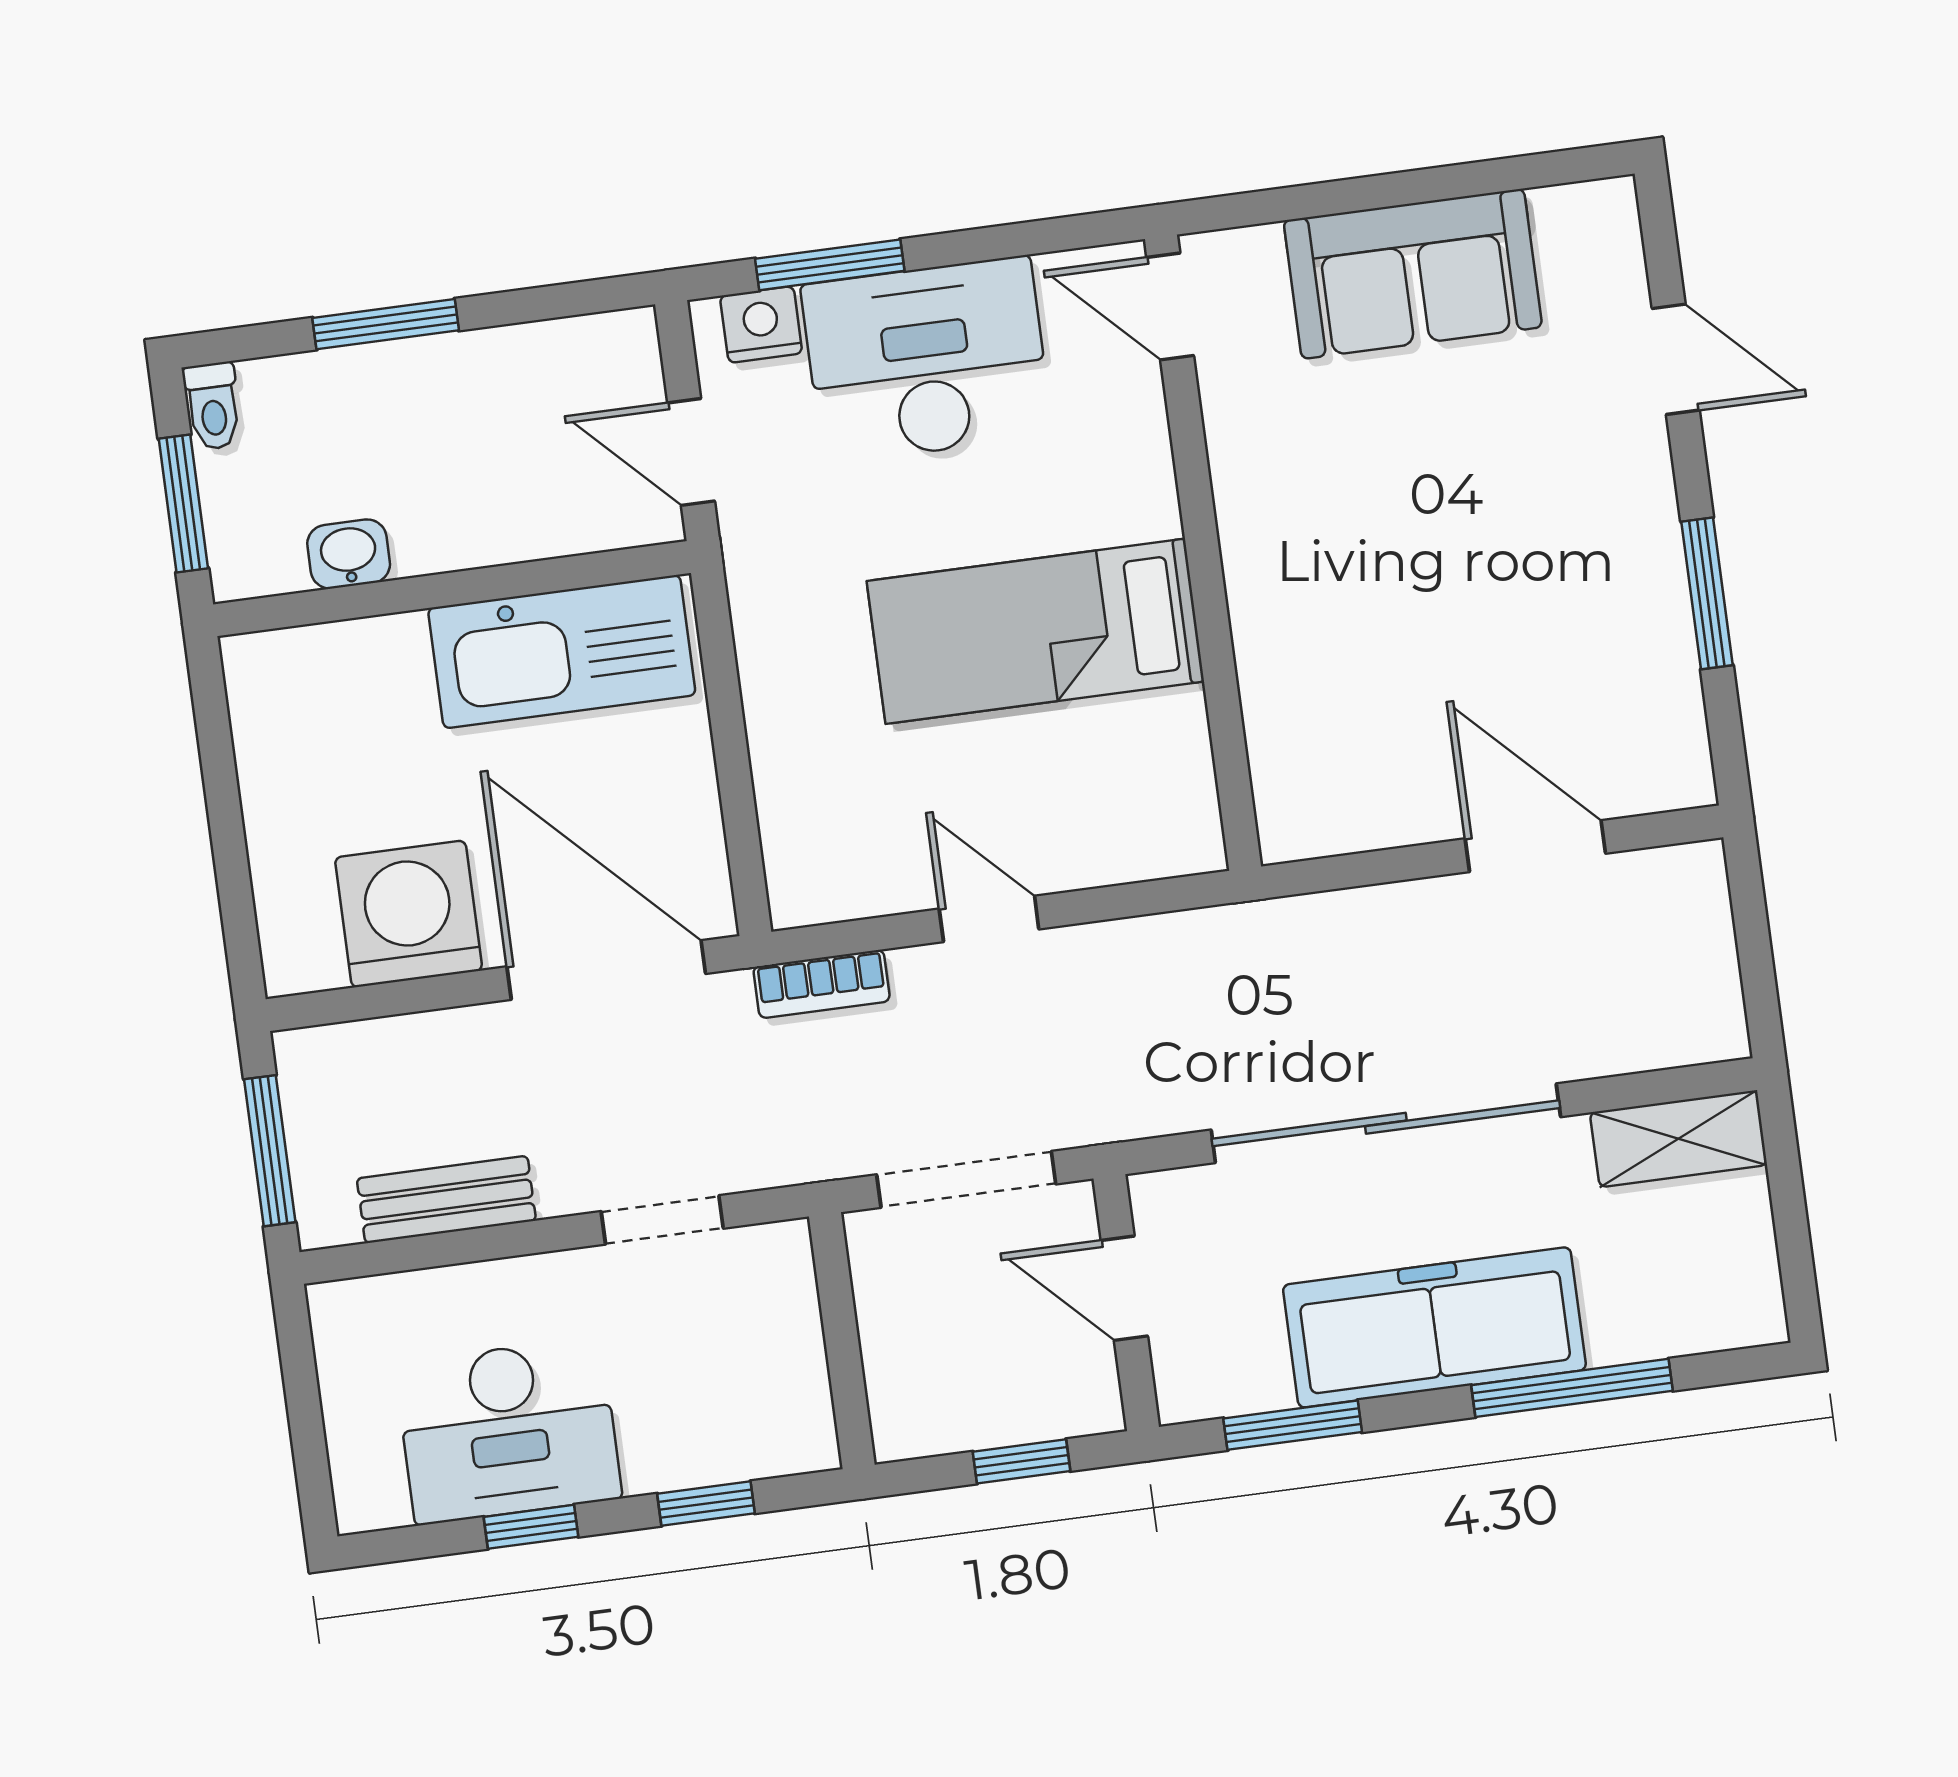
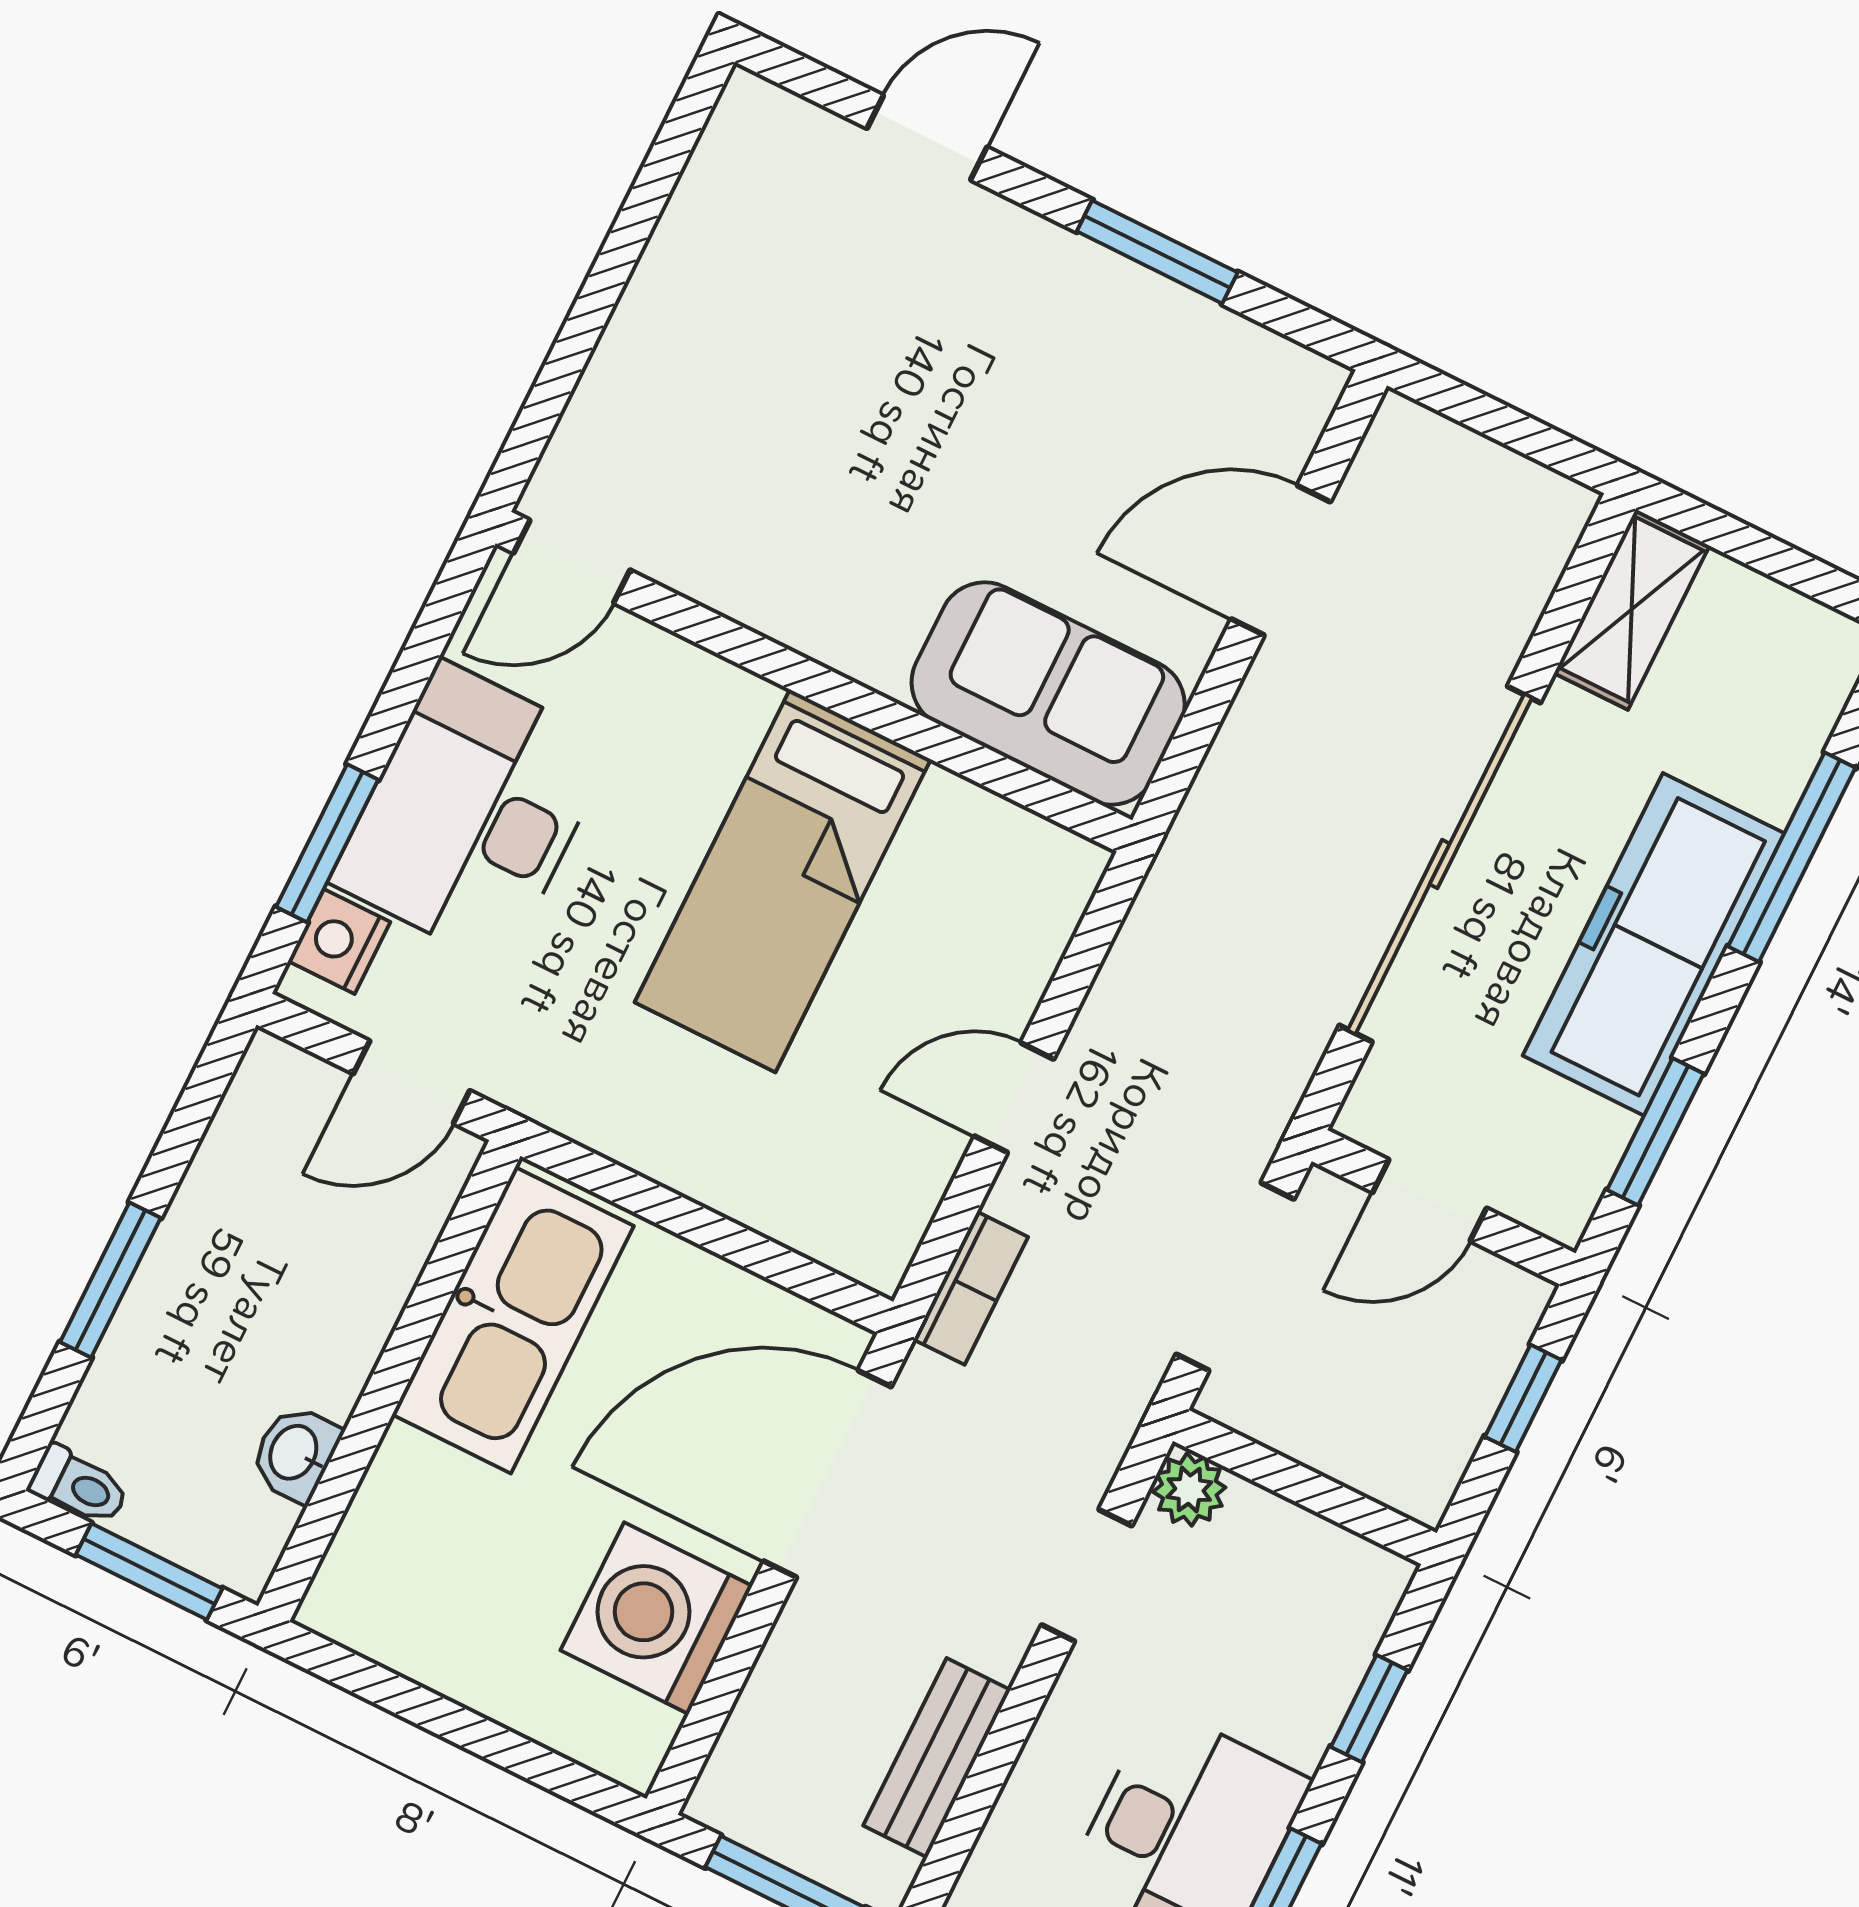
sofa: (1413, 274) -> (1048, 693), moved, turned -90
plant: (780, 1254) -> (1189, 1490), added

